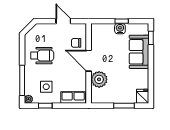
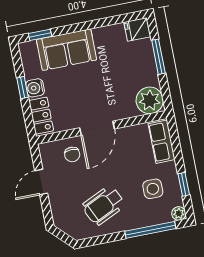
locker: (103, 29) -> (41, 116), added
wheelchair: (42, 56) -> (104, 205), turned -115
plant: (99, 79) -> (150, 100), moved

